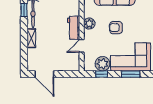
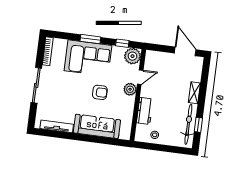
plant: (89, 24) -> (130, 89), moved
workbench: (74, 28) -> (145, 111), moved
plant: (103, 64) -> (132, 56), moved

